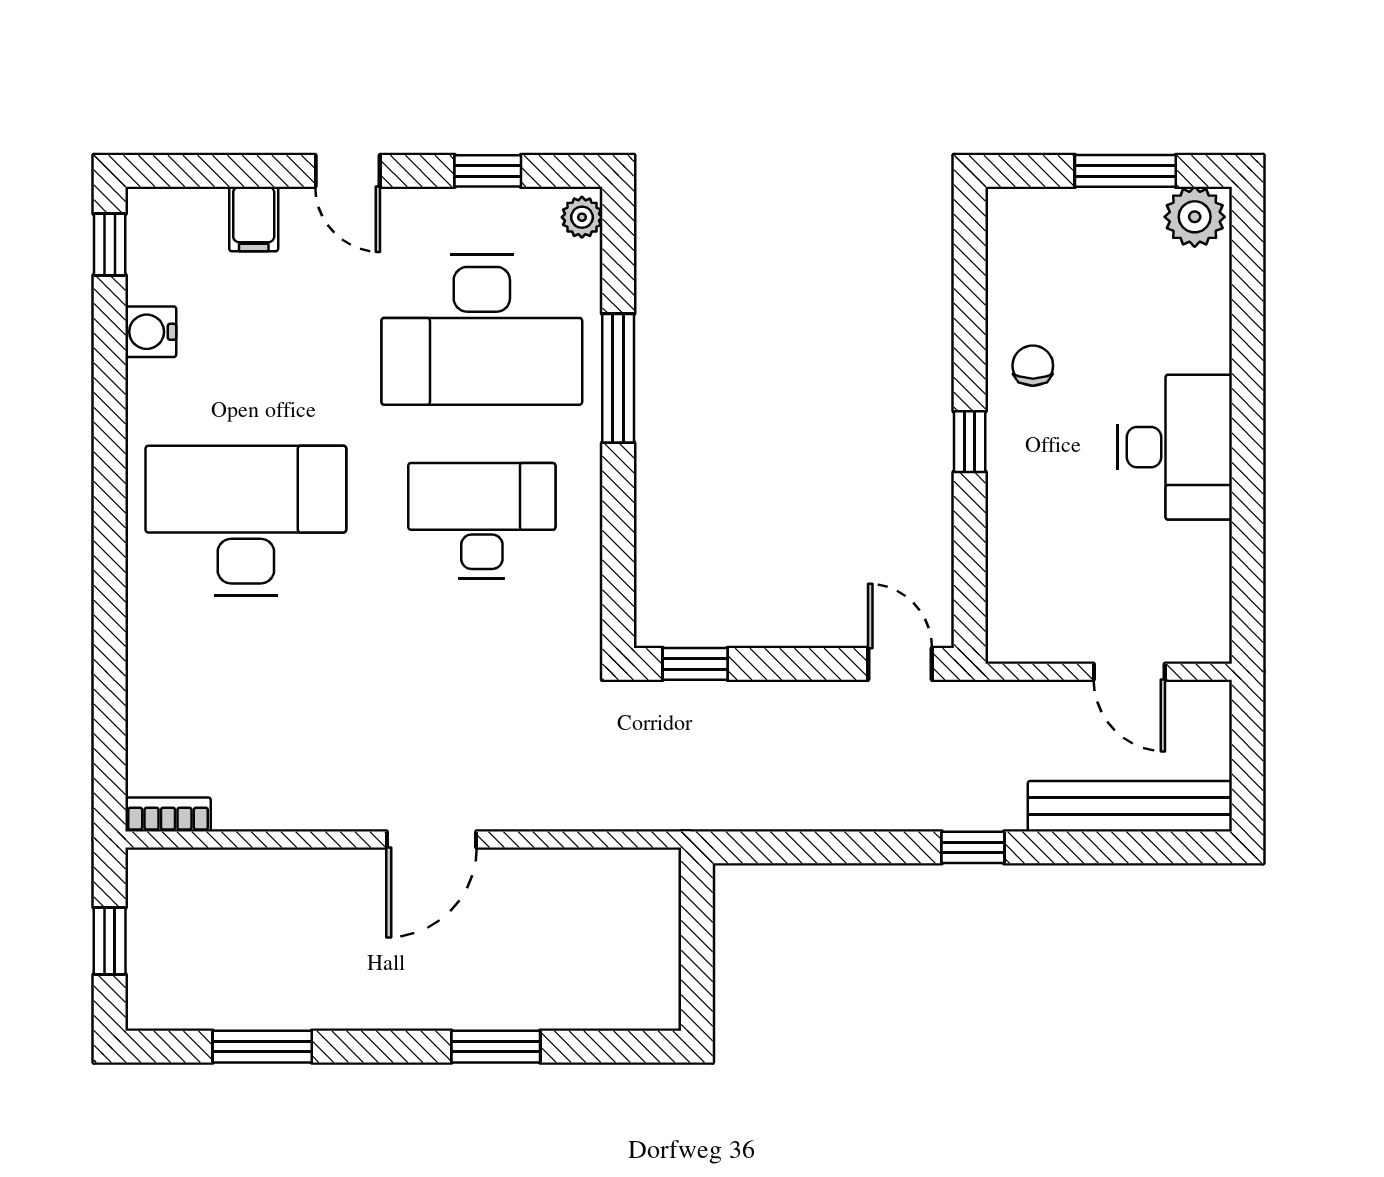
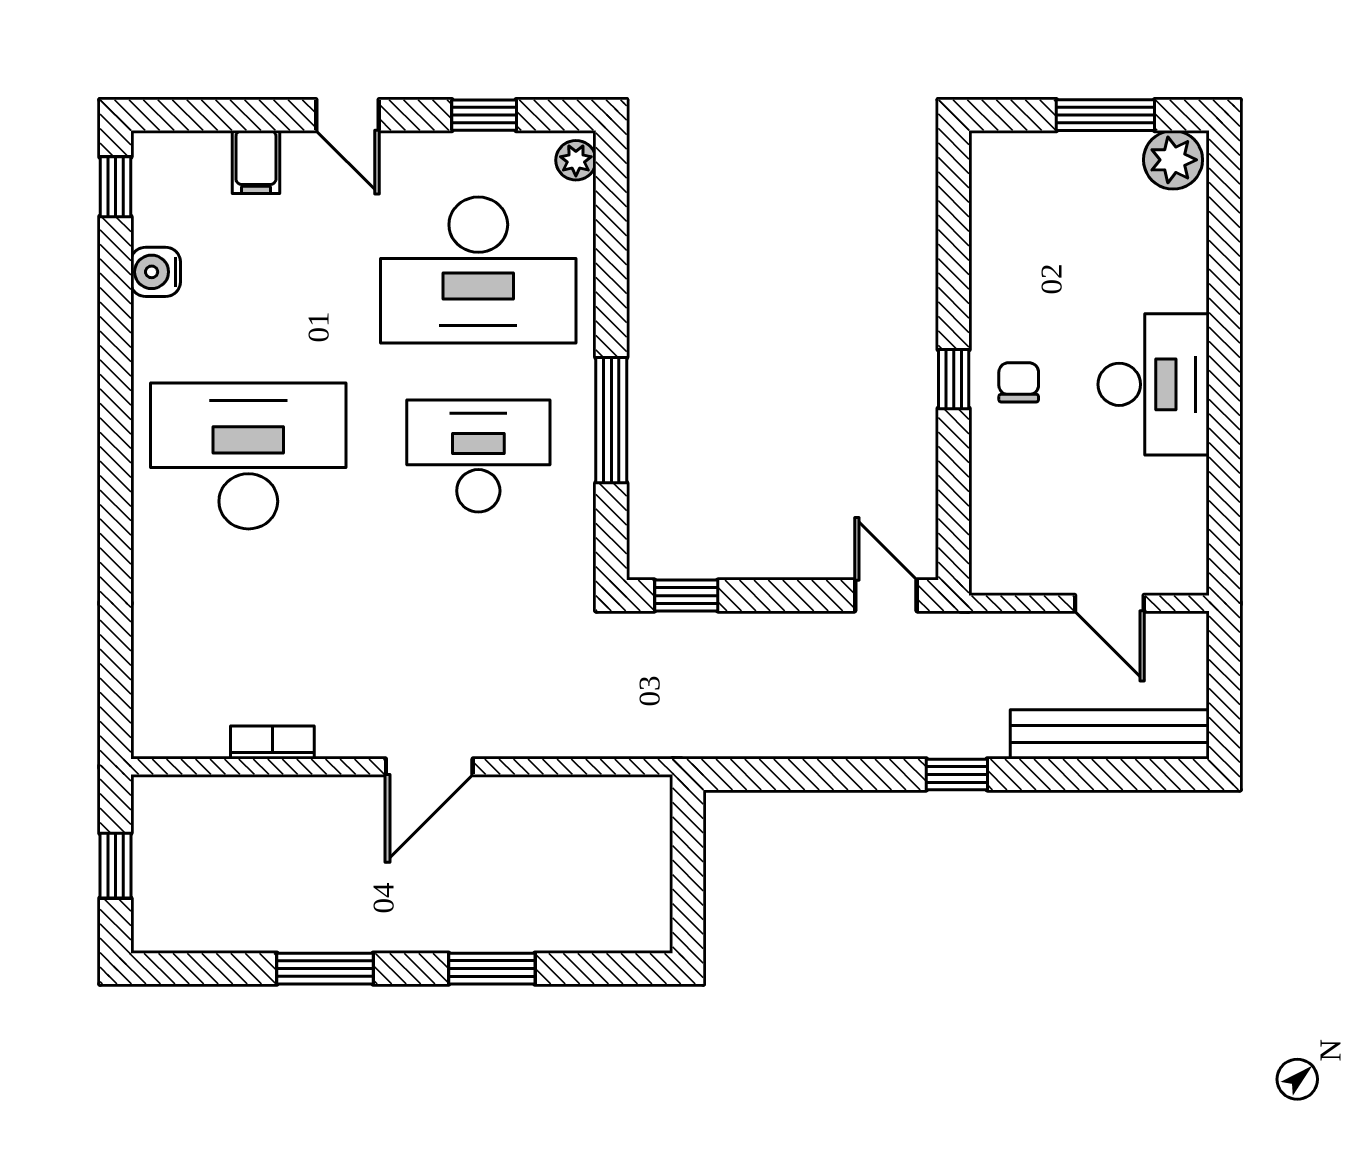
chair: (1033, 366) -> (1019, 382), moved
window: (618, 378) -> (611, 420), moved
bookcase: (168, 815) -> (272, 742), moved
window: (262, 1047) -> (325, 969), moved

